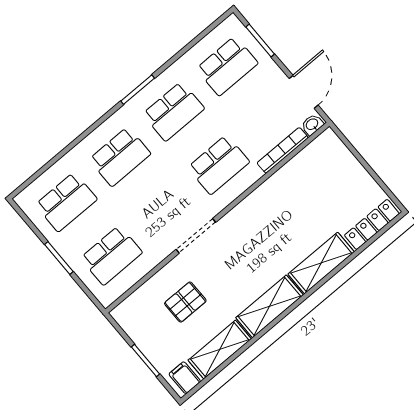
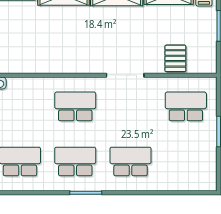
bookcase: (283, 150) -> (29, 83), removed
school desk: (66, 202) -> (186, 161), removed
pallet: (185, 302) -> (175, 58), moved, turned 90

